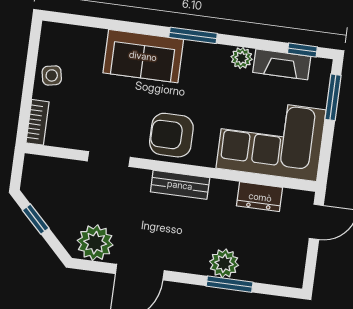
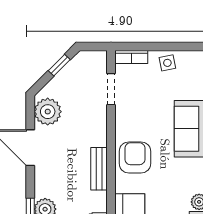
doorway: (109, 159) -> (111, 89), moved

